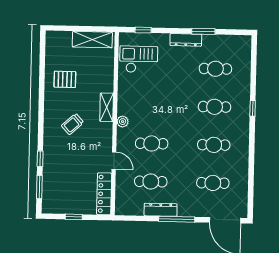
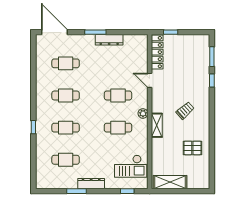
cafe table: (151, 182) -> (118, 128), moved
window: (74, 217) -> (171, 32), moved
window: (177, 219) -> (95, 32), width x0.69

